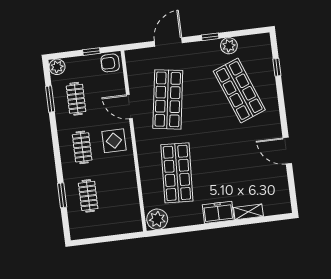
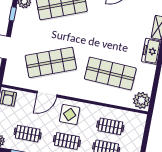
shop shelf: (168, 99) -> (51, 62), turned -30
clothes rail: (115, 193) -> (110, 126), added

